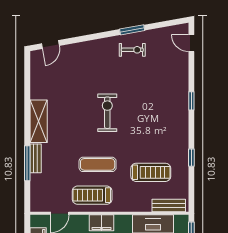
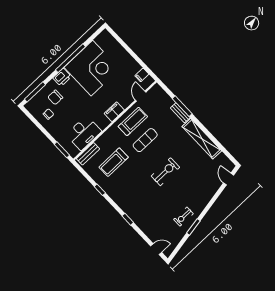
exercise bike: (107, 113) -> (165, 172), turned -90
shelving: (39, 121) -> (202, 139), width x1.47

